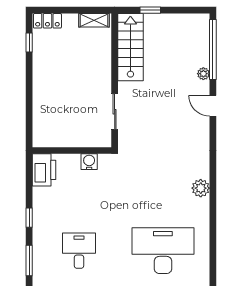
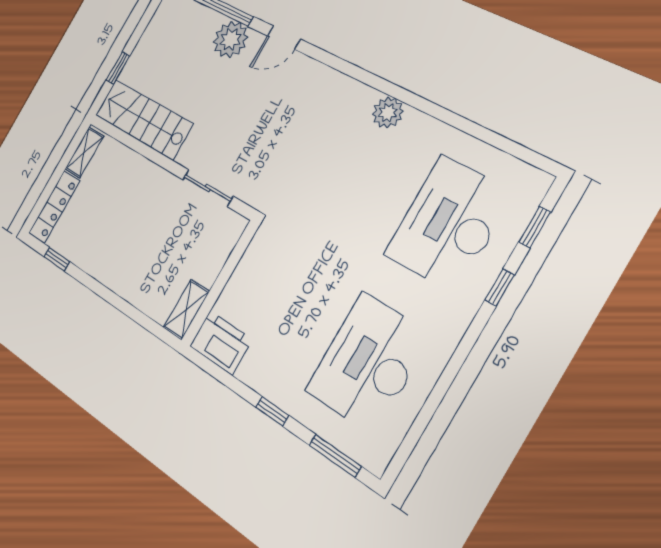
locker: (47, 21) -> (54, 207), width x1.53
plant: (203, 74) -> (231, 39), width x1.88, depth x1.88
shelving: (48, 140) -> (186, 309), added
water cooler: (89, 162) -> (250, 266), removed
desk: (79, 251) -> (368, 363), width x1.87, depth x1.30

